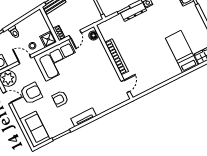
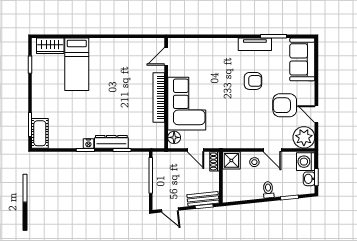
door: (75, 34) -> (195, 150), swing flipped
corner sofa: (57, 60) -> (187, 104), moved, turned 90
tv unit: (84, 117) -> (255, 44), moved

